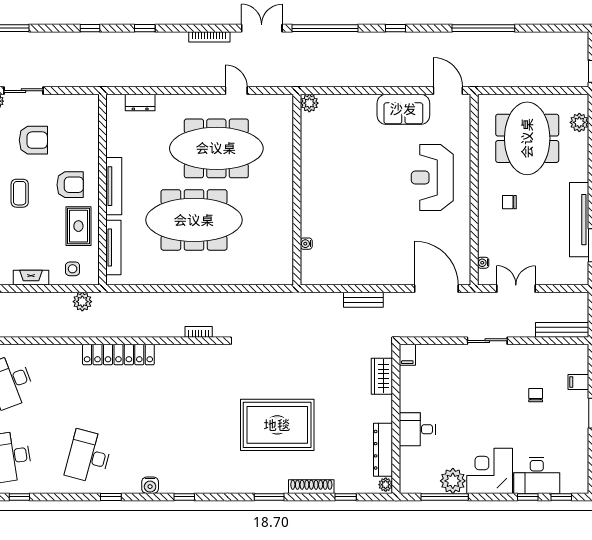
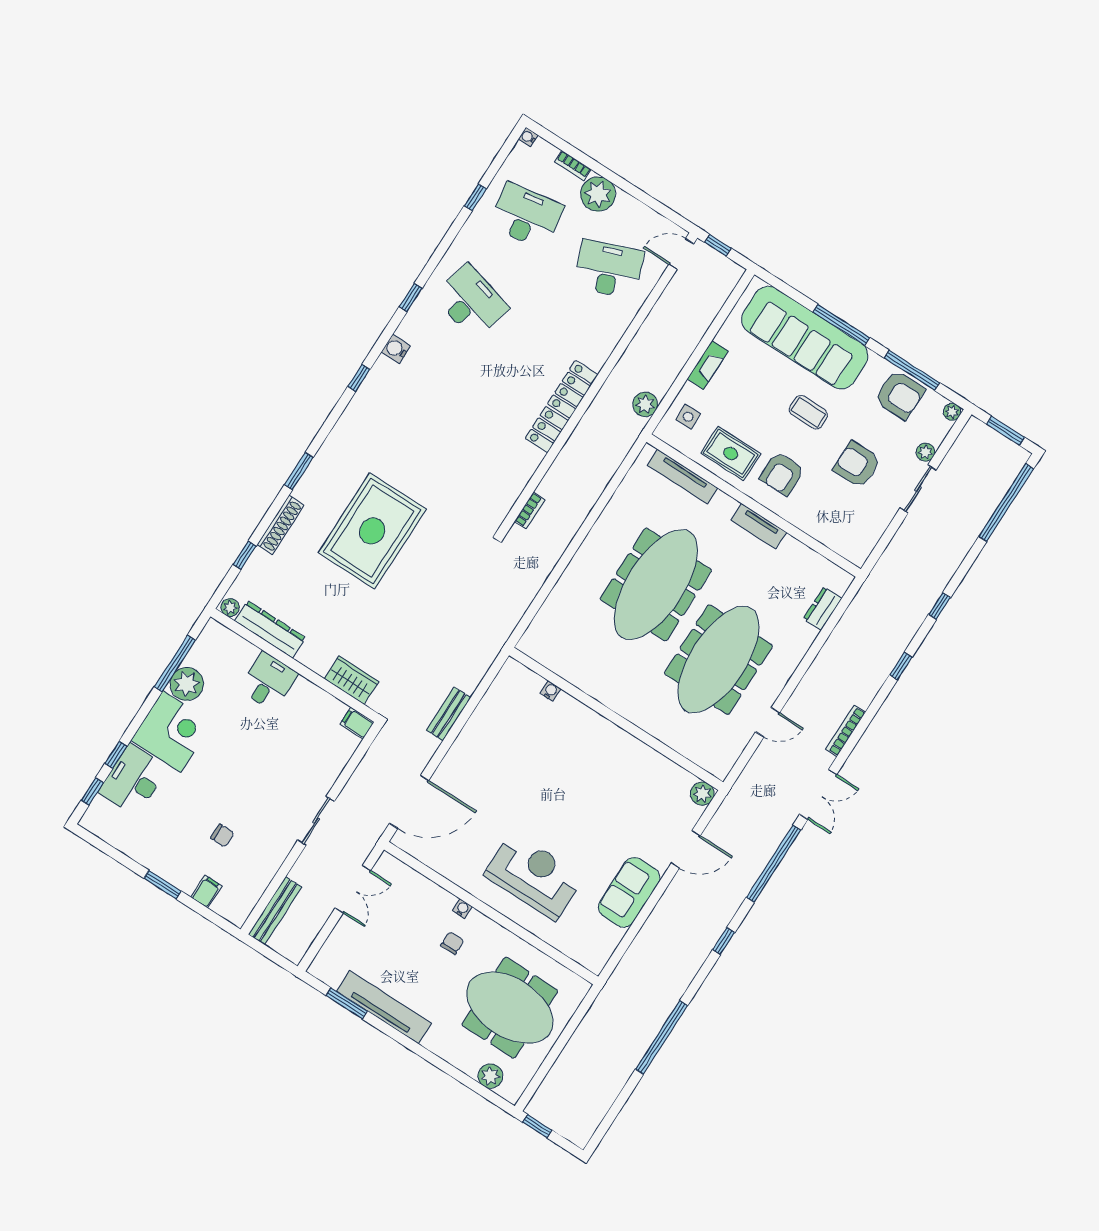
door: (448, 91) -> (686, 849), moved
armchair: (33, 140) -> (857, 465), turned 90
tv unit: (114, 186) -> (759, 526), width x0.71
water cooler: (483, 263) -> (462, 909), moved

